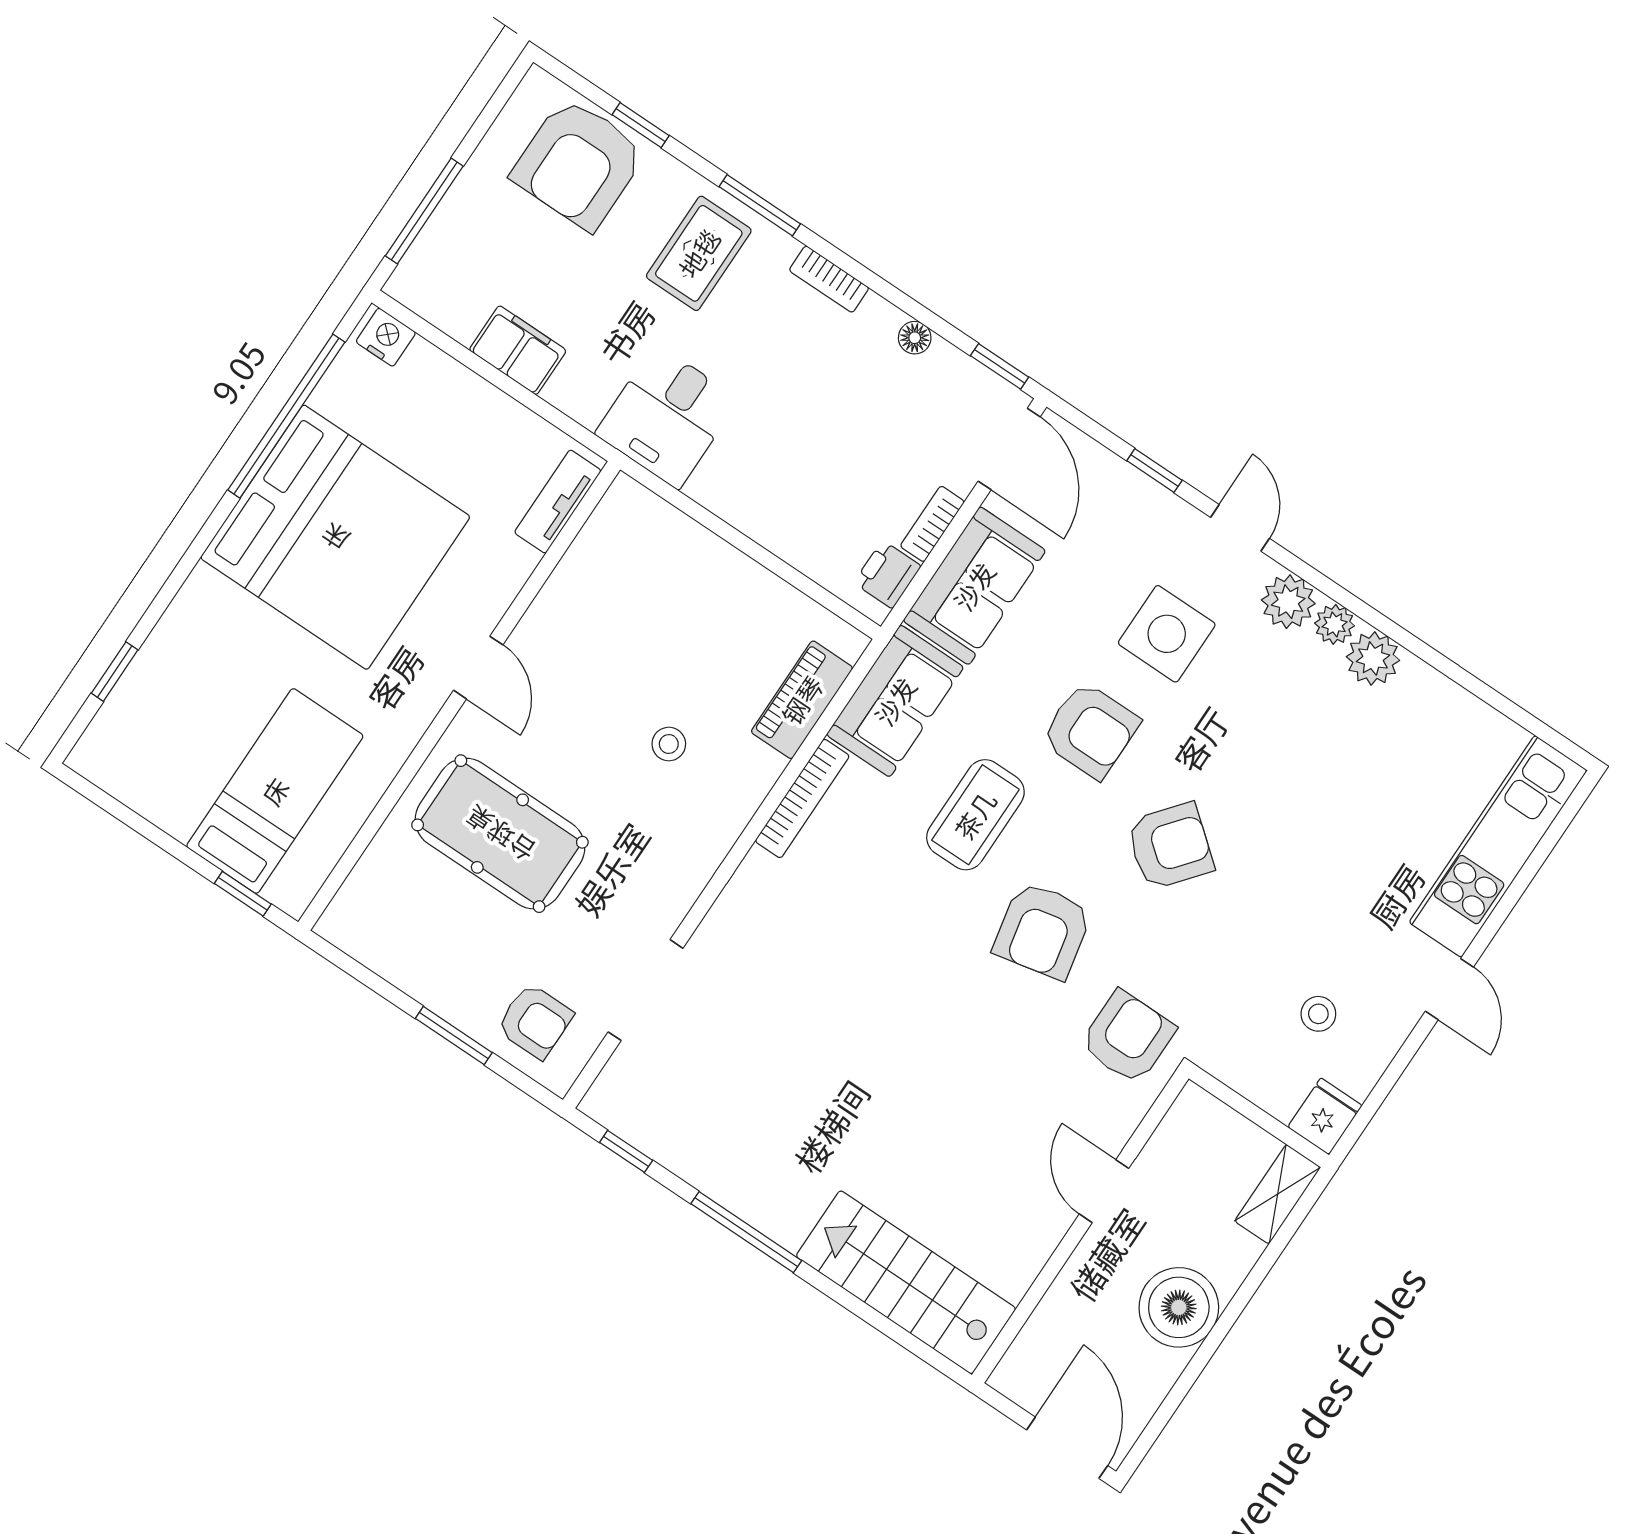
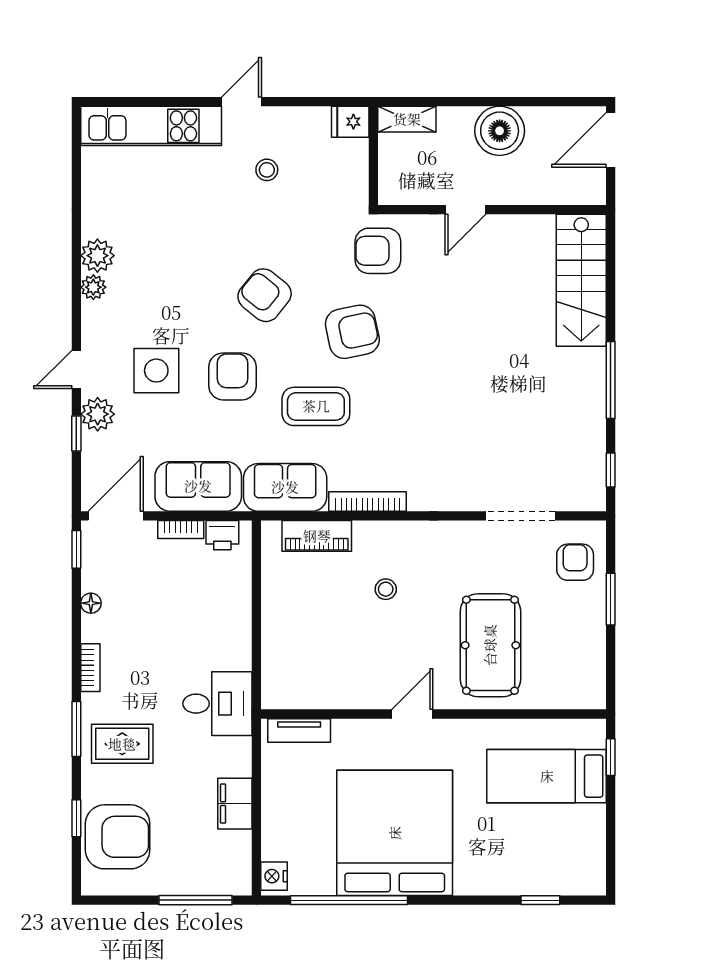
plant: (1288, 602) -> (98, 414), moved
stool: (1318, 1014) -> (267, 170), moved

